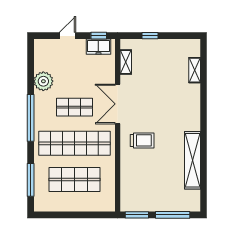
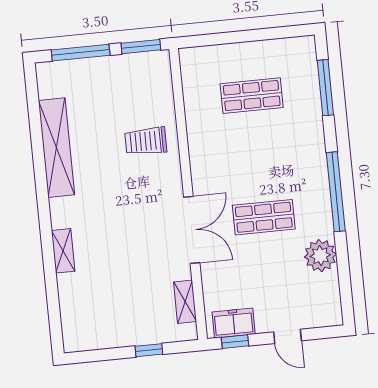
door: (68, 36) -> (287, 336), hinge flipped
shelving: (195, 70) -> (63, 251), moved
trolley: (142, 140) -> (146, 141), moved
shop shelf: (74, 143) -> (258, 156), removed
shop shelf: (74, 179) -> (252, 96), width x0.70, depth x0.74

